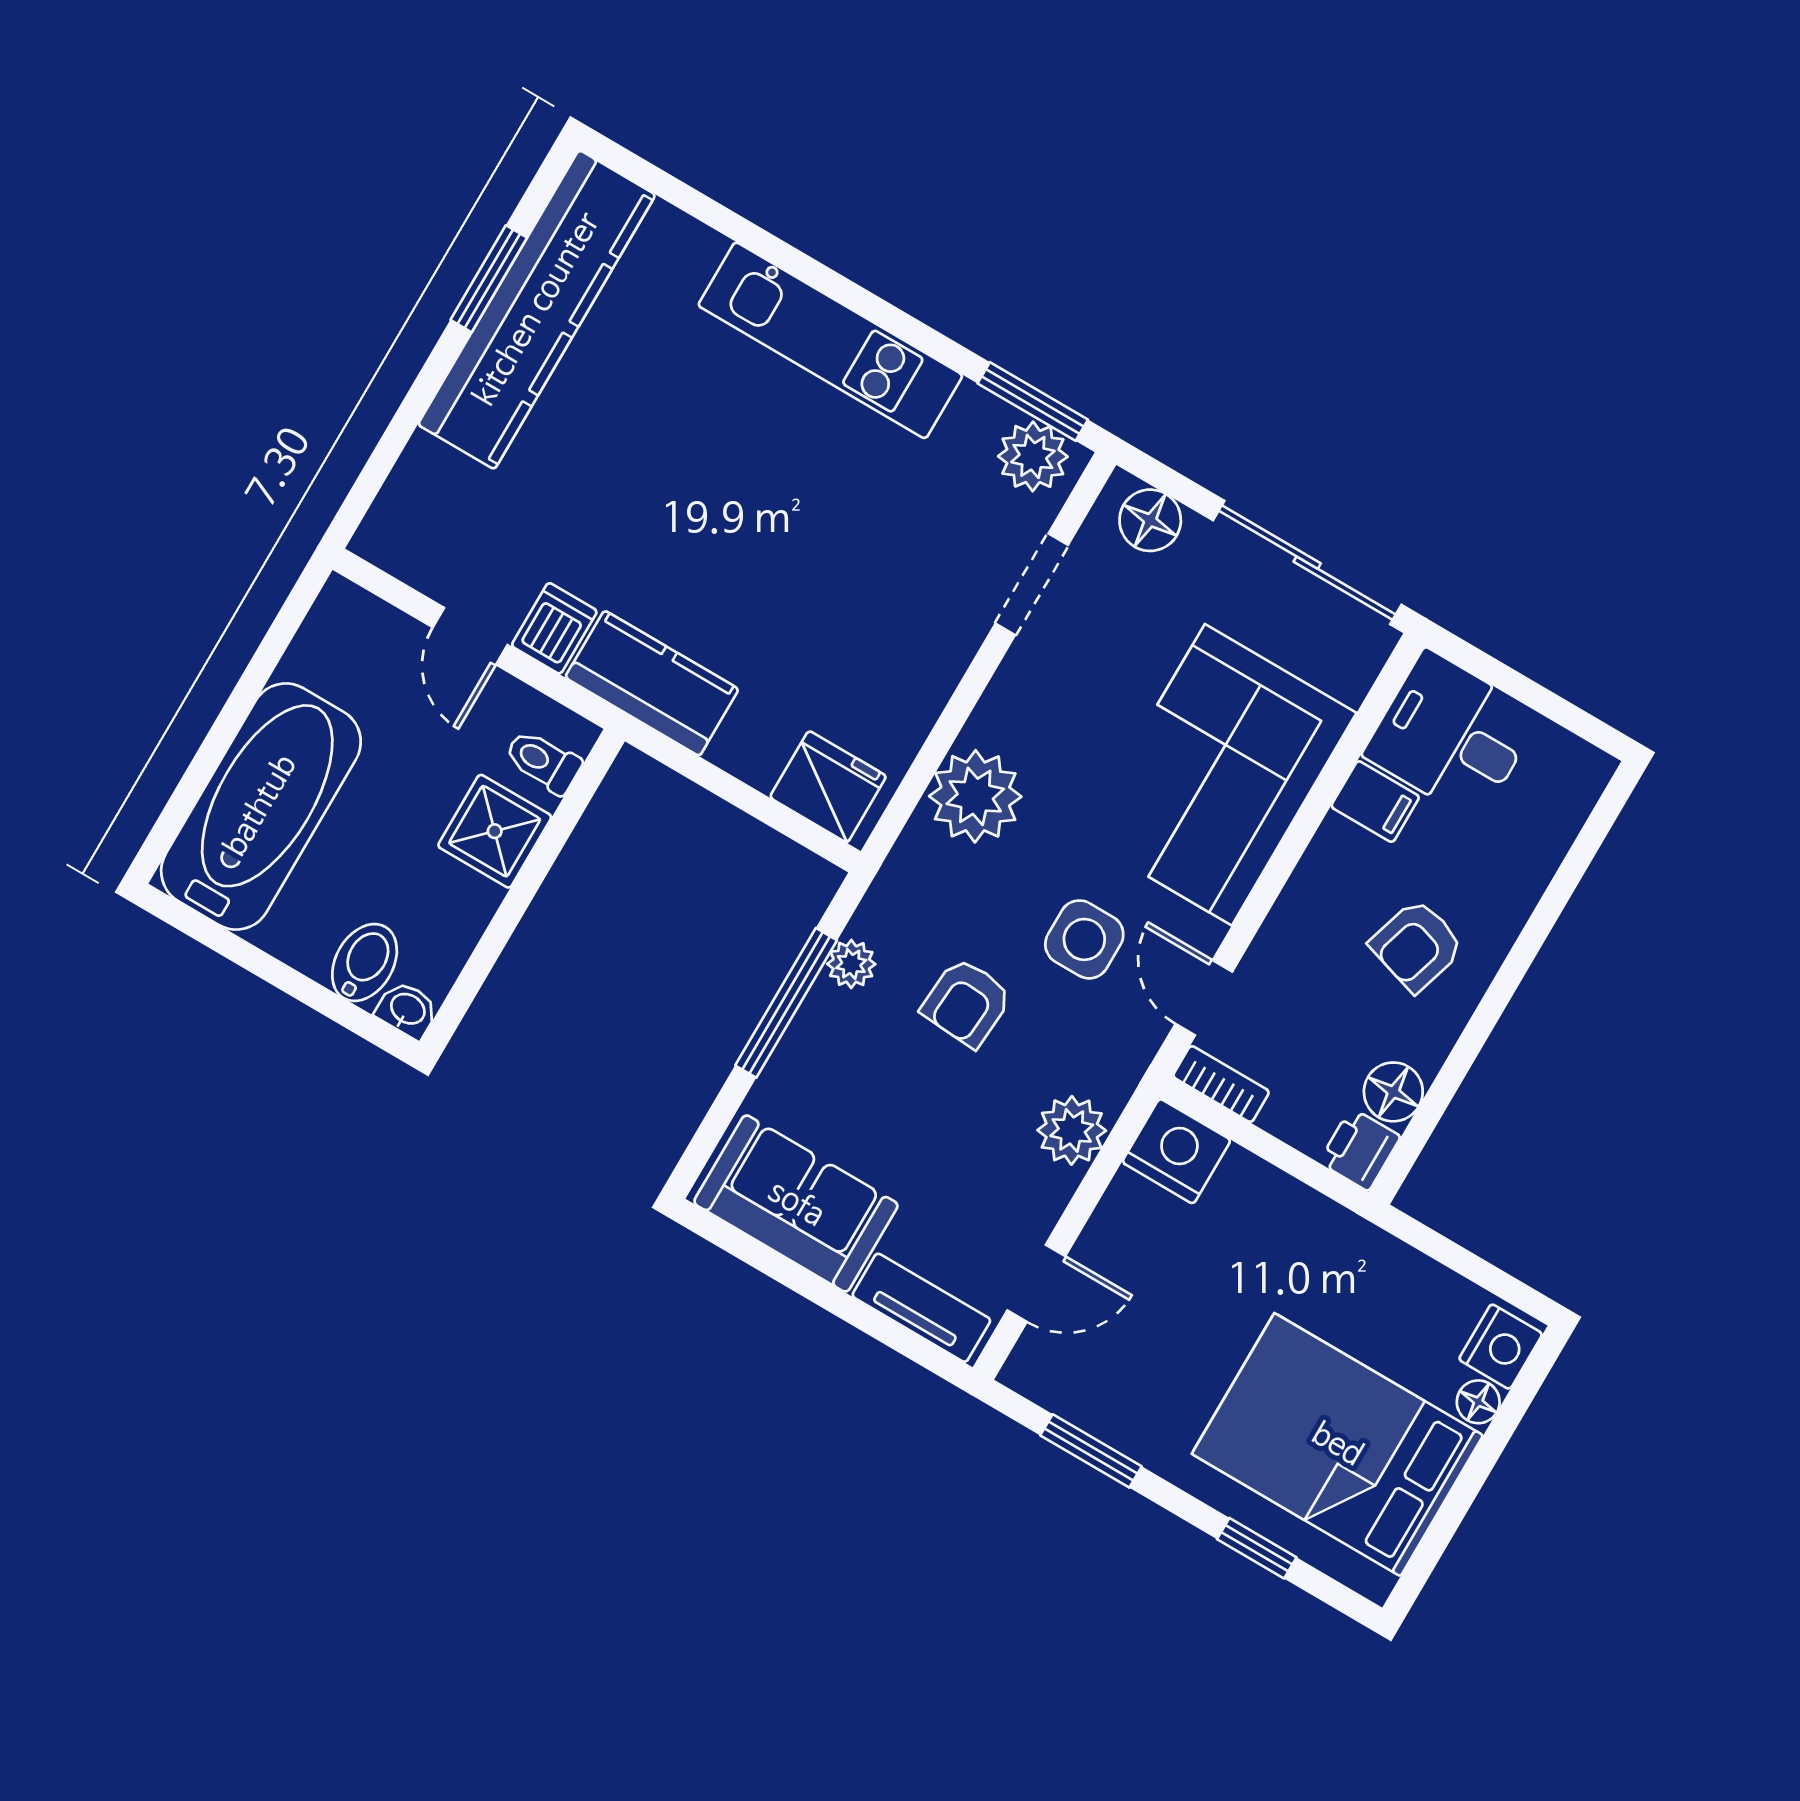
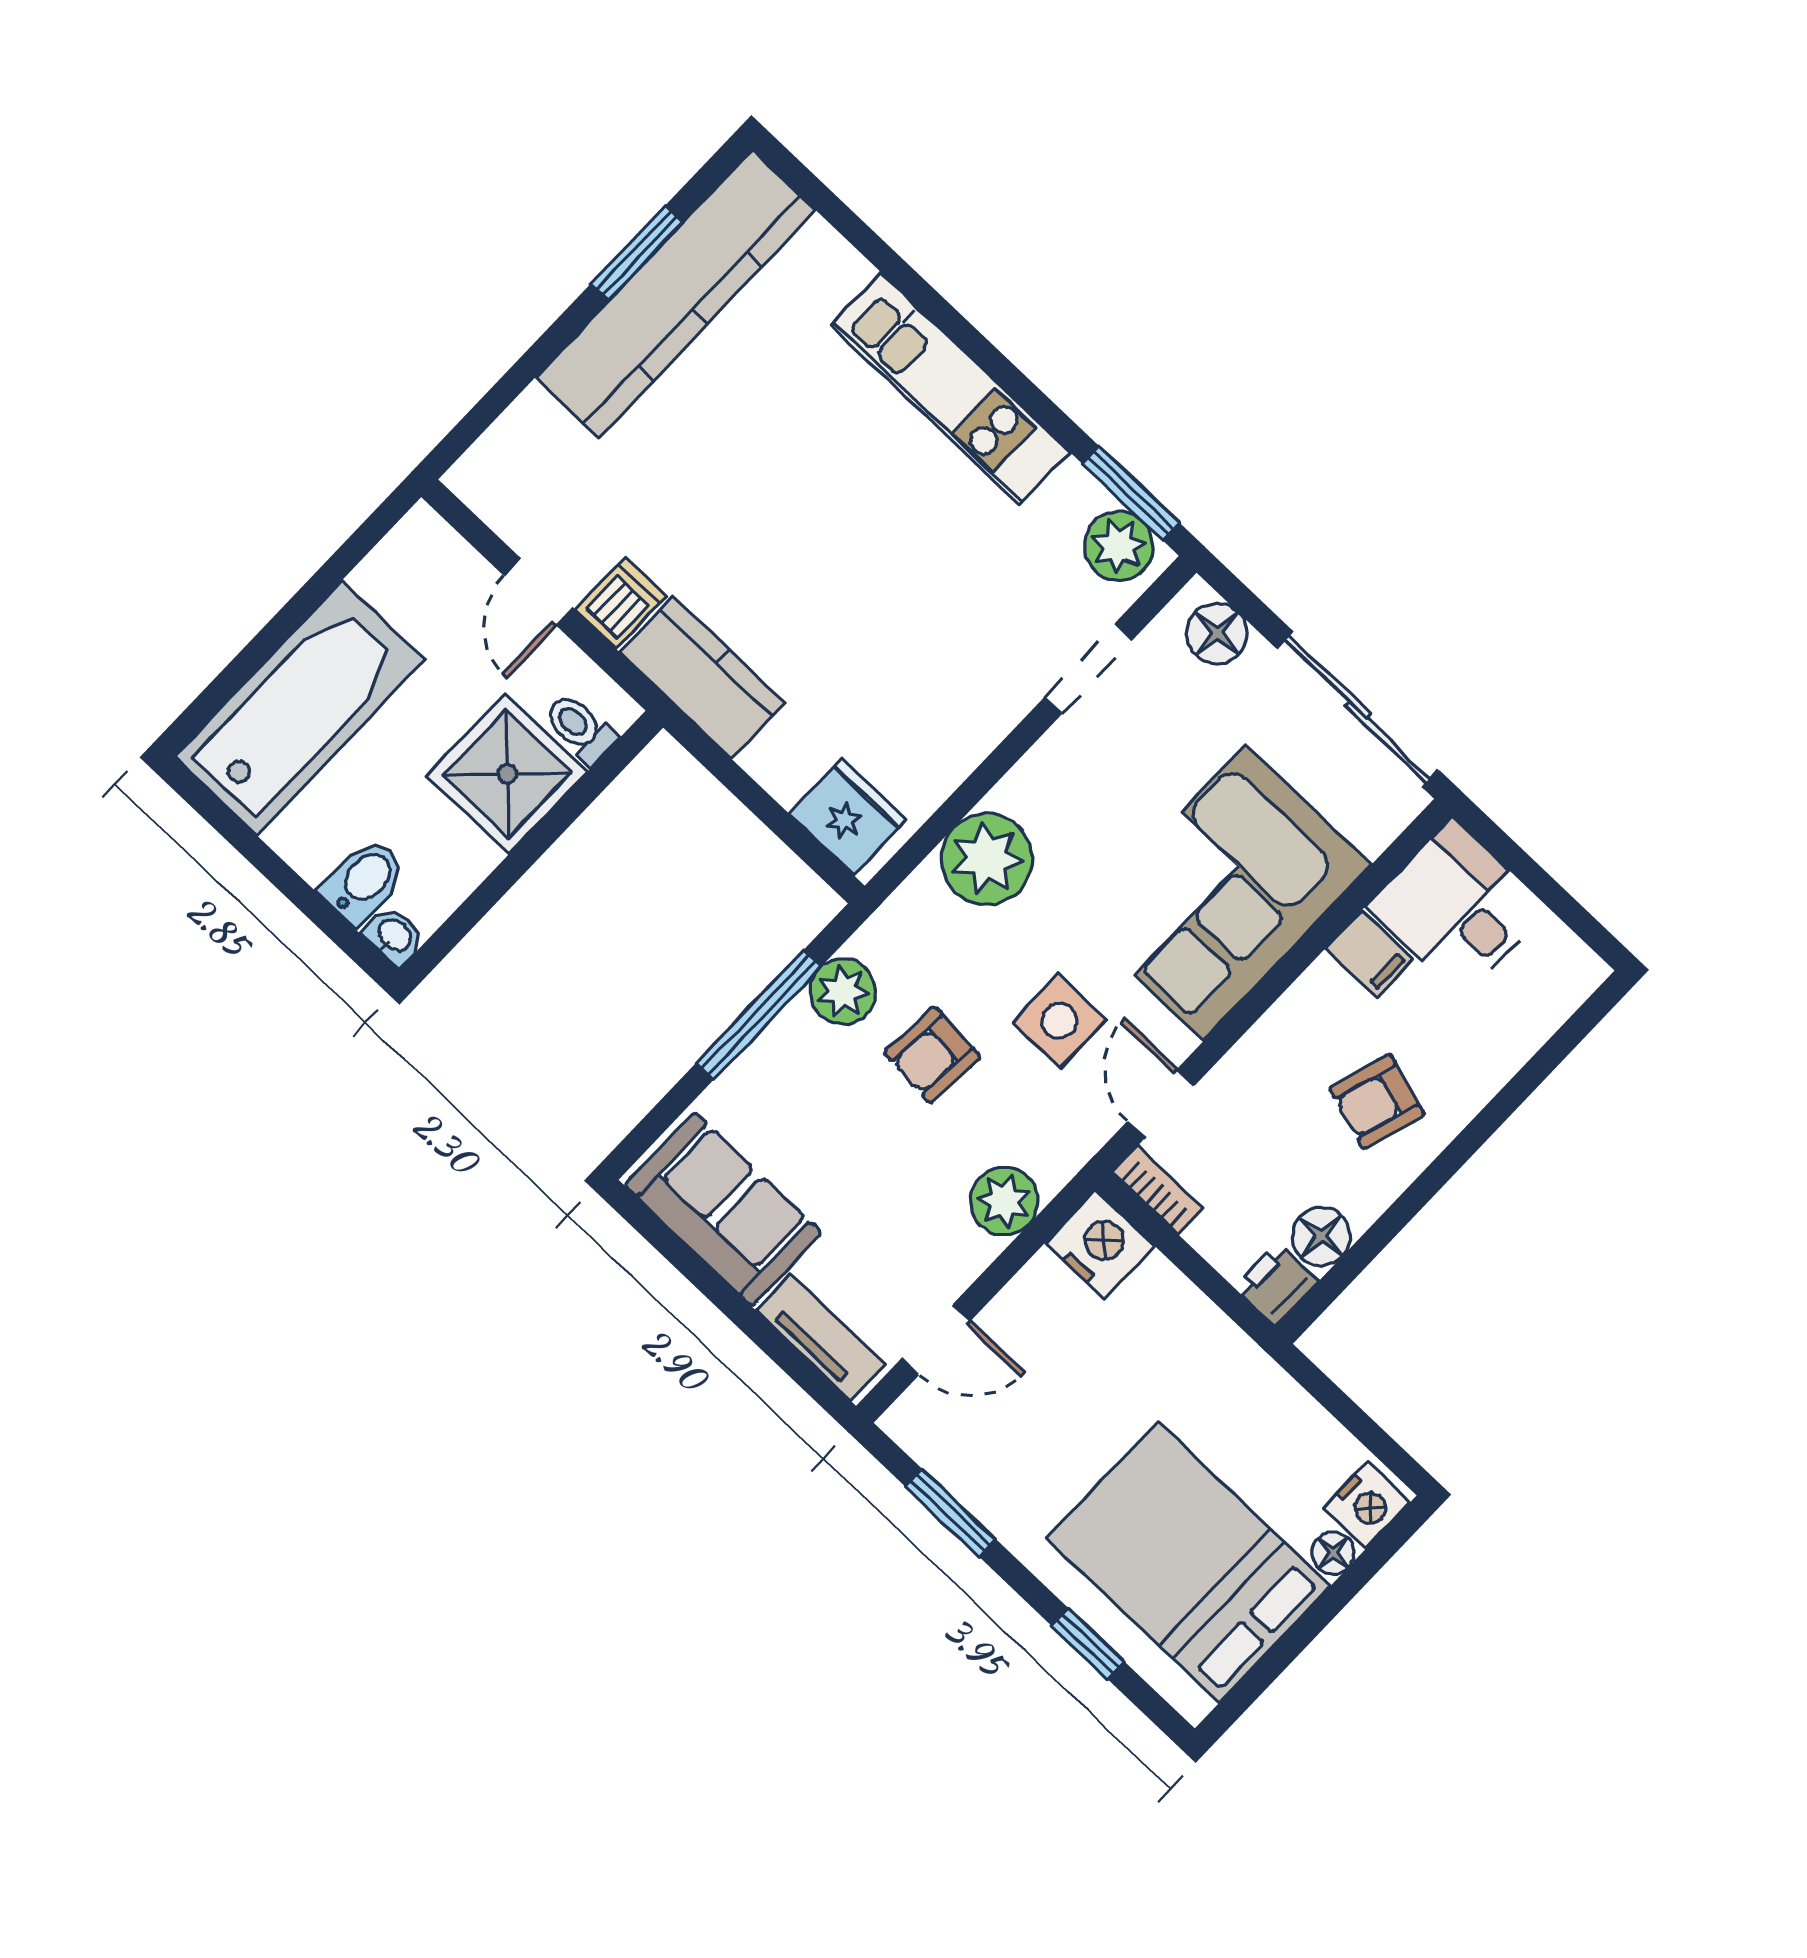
shower: (495, 831) -> (507, 774), width x1.36, depth x1.36
plant: (851, 964) -> (843, 992), width x1.38, depth x1.38

